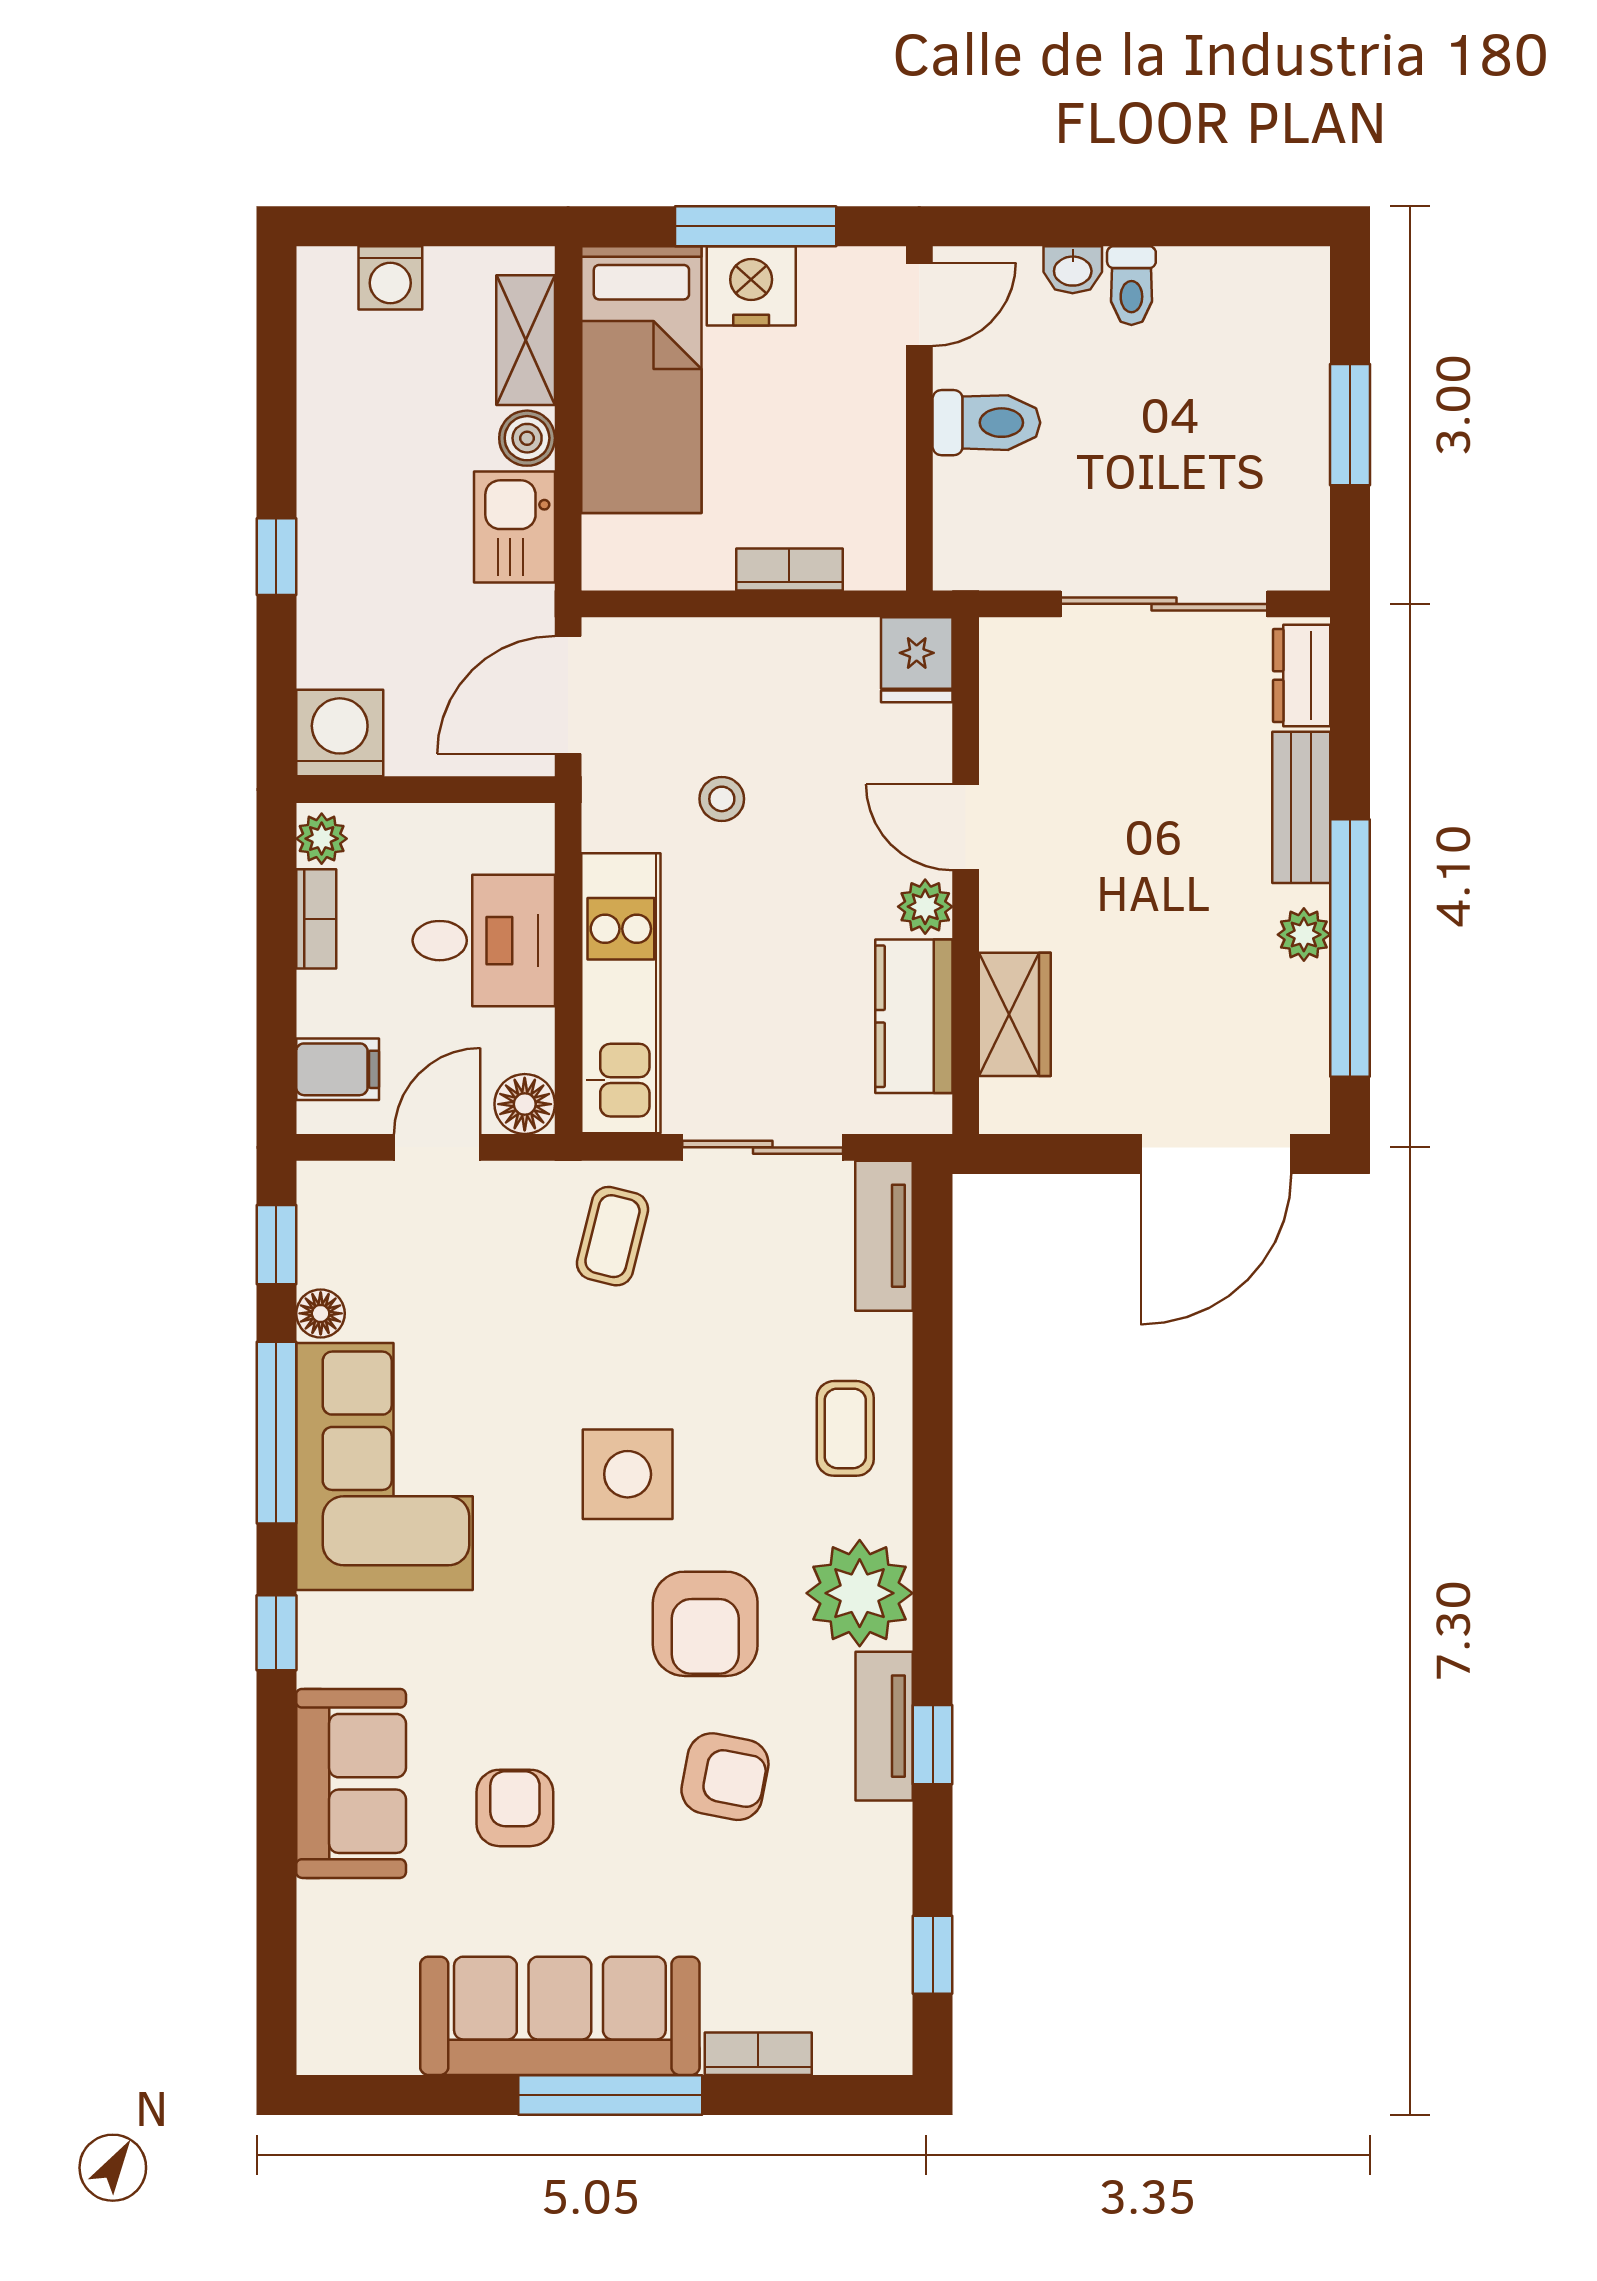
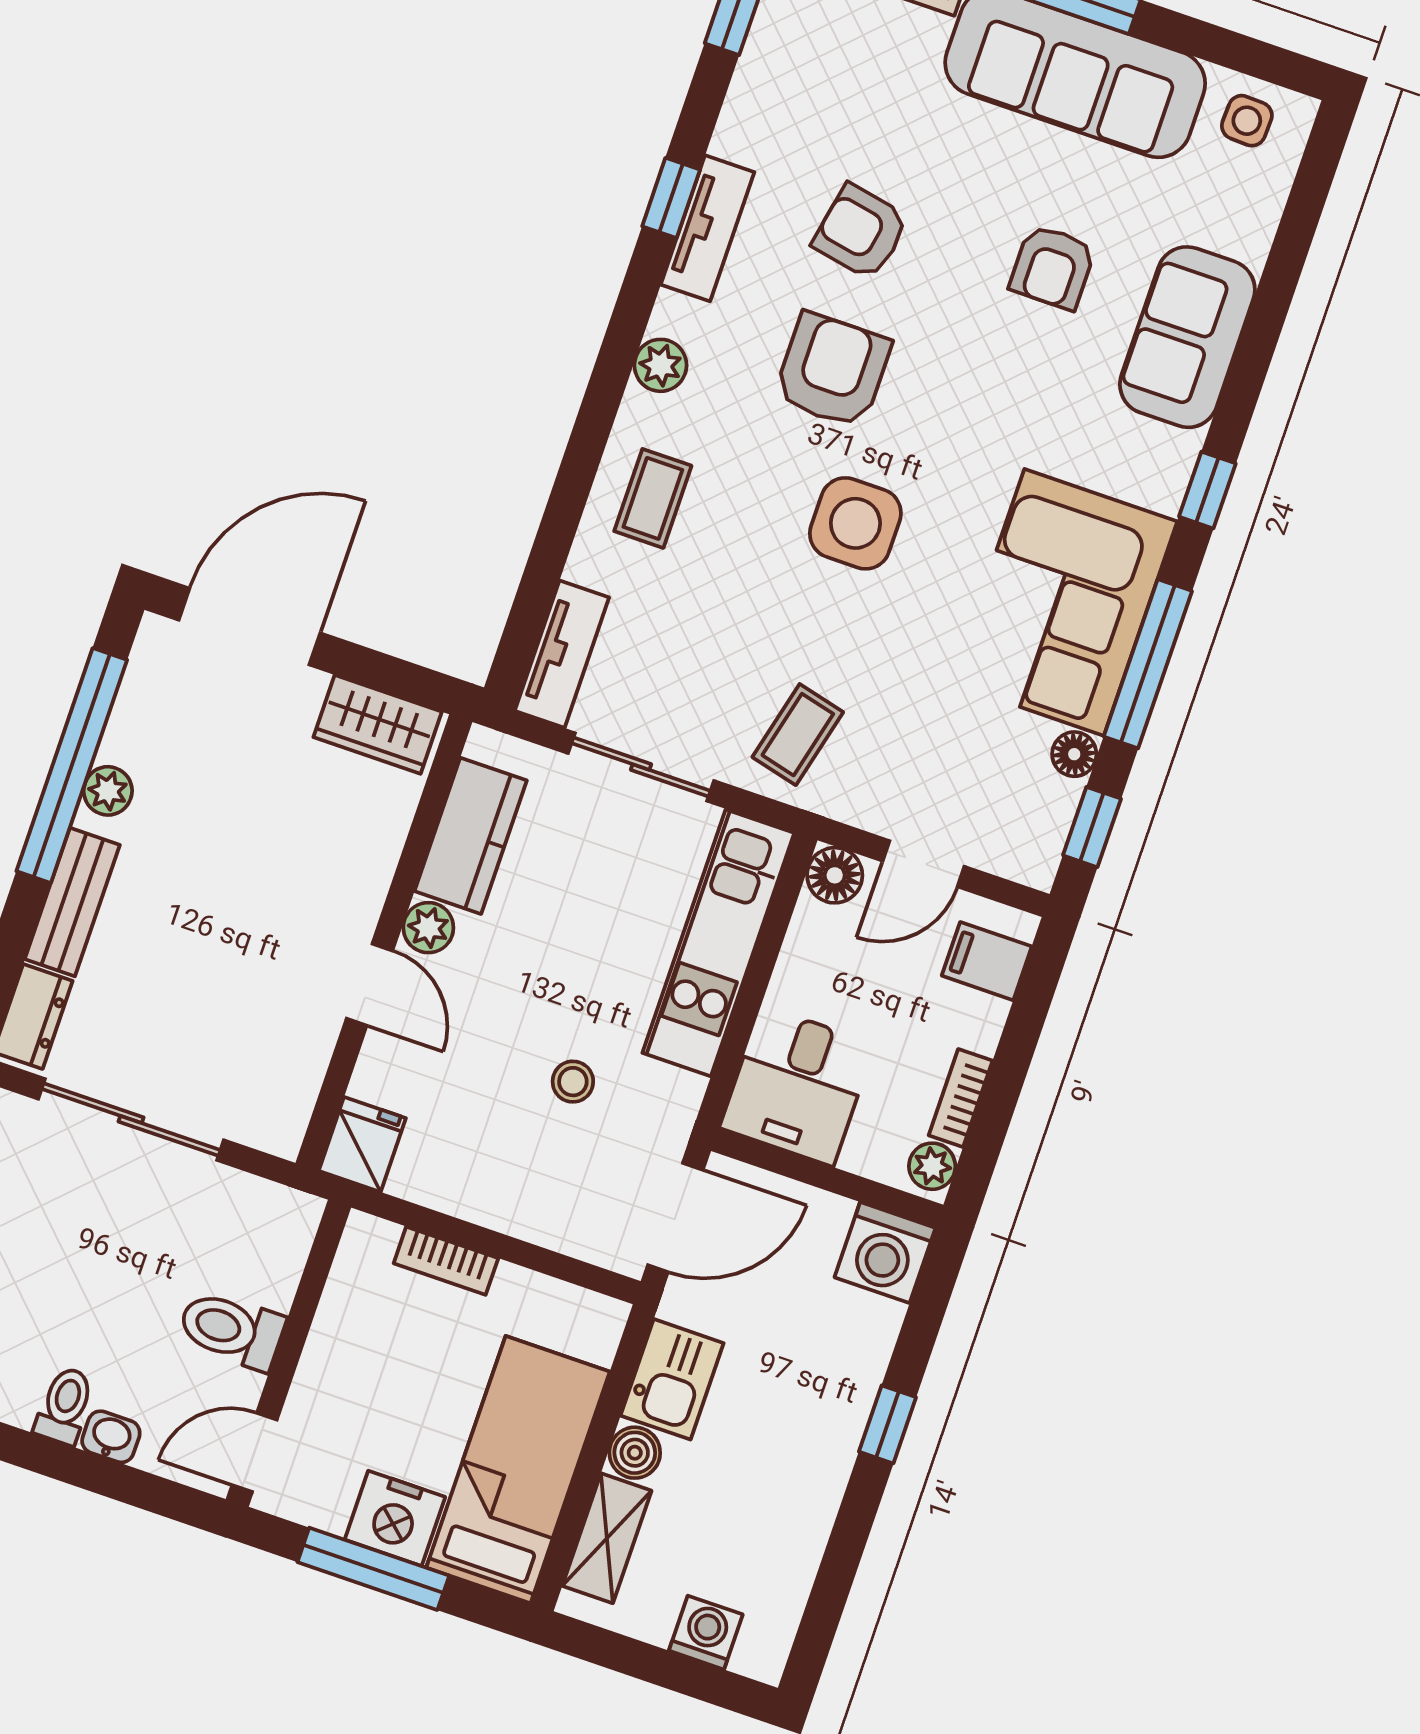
desk: (484, 941) -> (797, 1086), moved, turned -90
wardrobe: (1015, 1014) -> (378, 724), moved, turned -90
plant: (860, 1593) -> (660, 365), width x0.53, depth x0.53
side table: (366, 2028) -> (1247, 121), added

